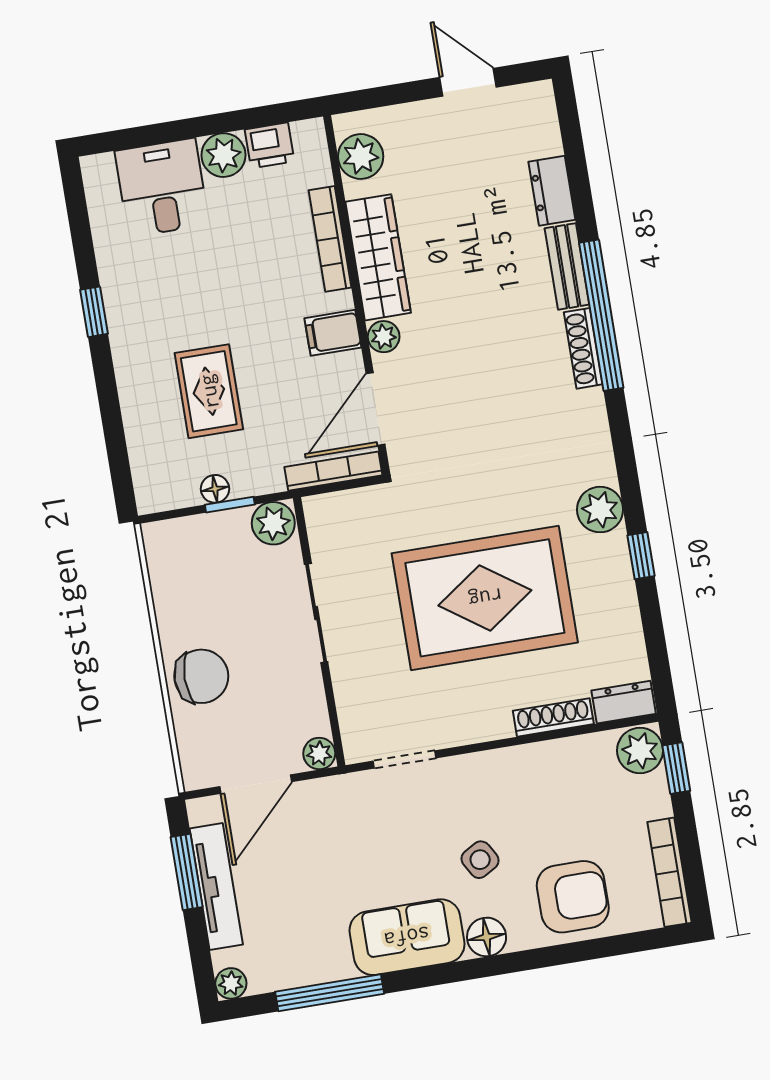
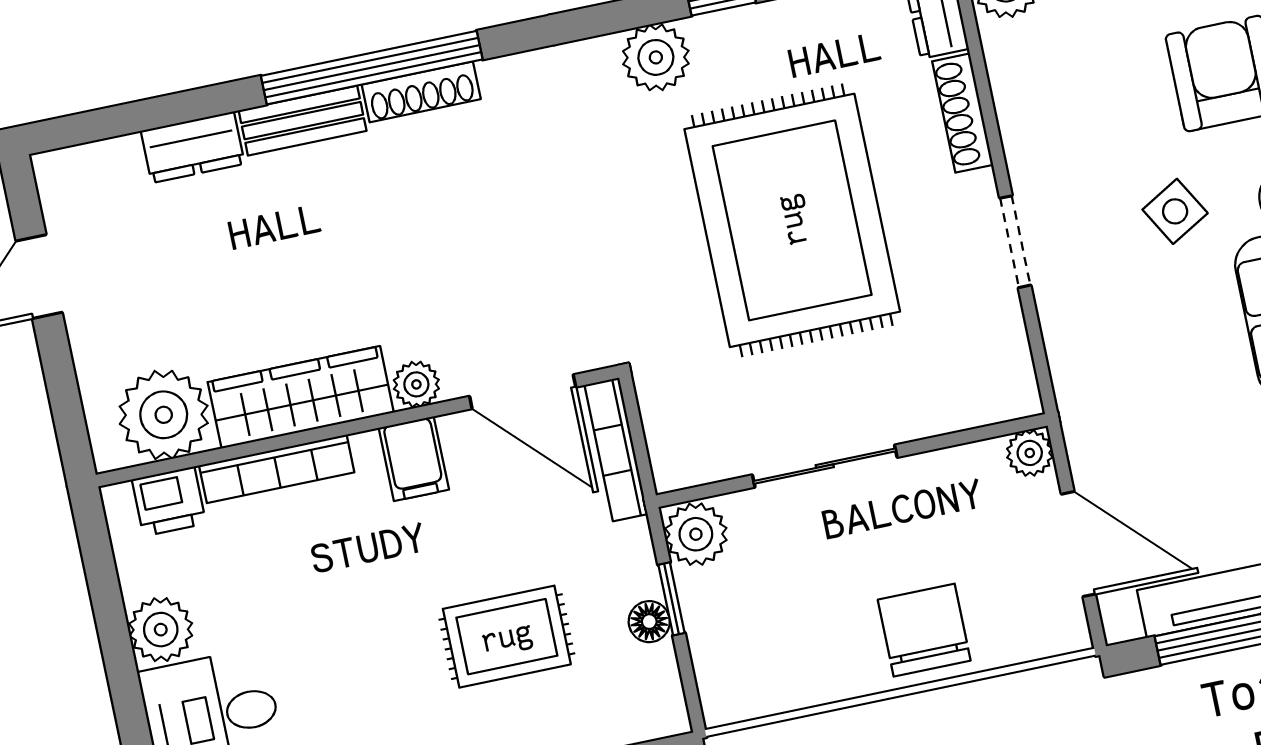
printer: (270, 145) -> (169, 501), moved, turned 90
plant: (361, 156) -> (164, 415), width x1.36, depth x1.36
doorway: (404, 760) -> (1015, 242), moved

